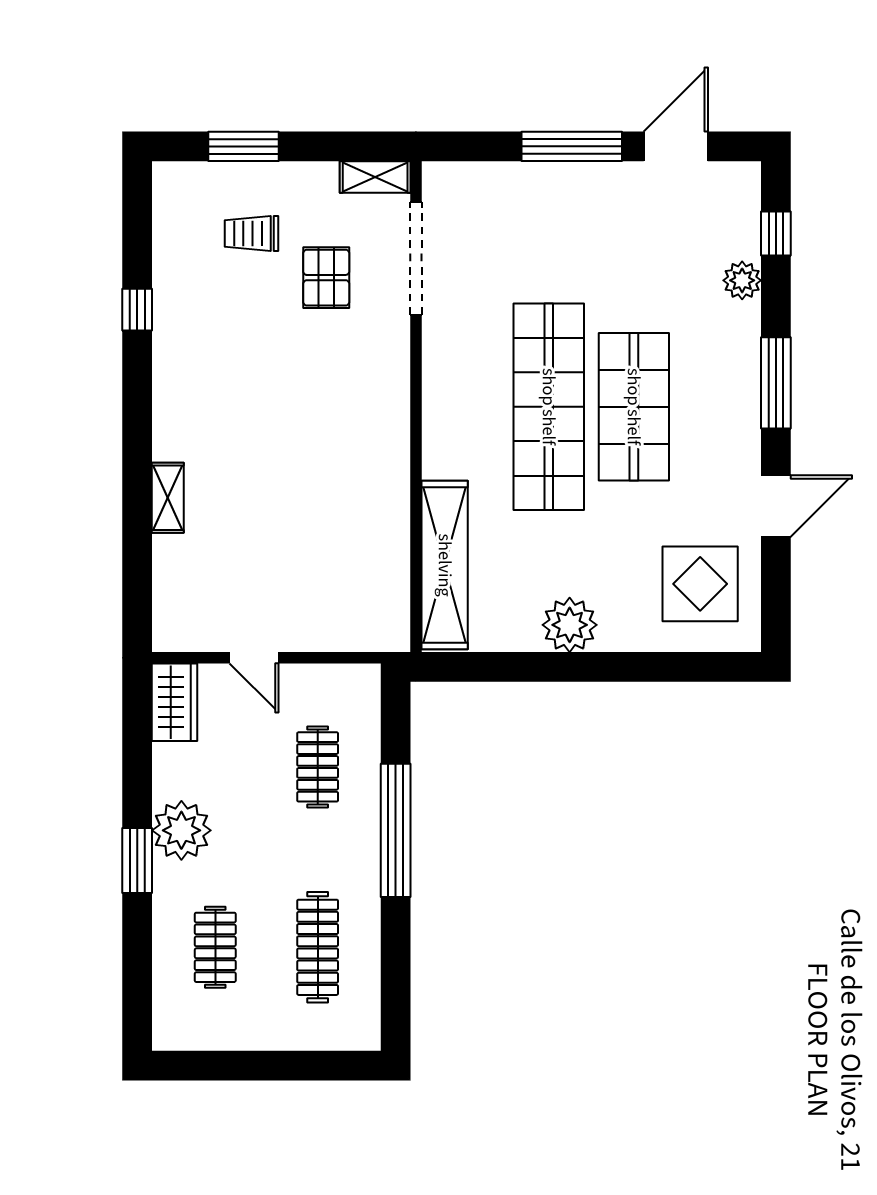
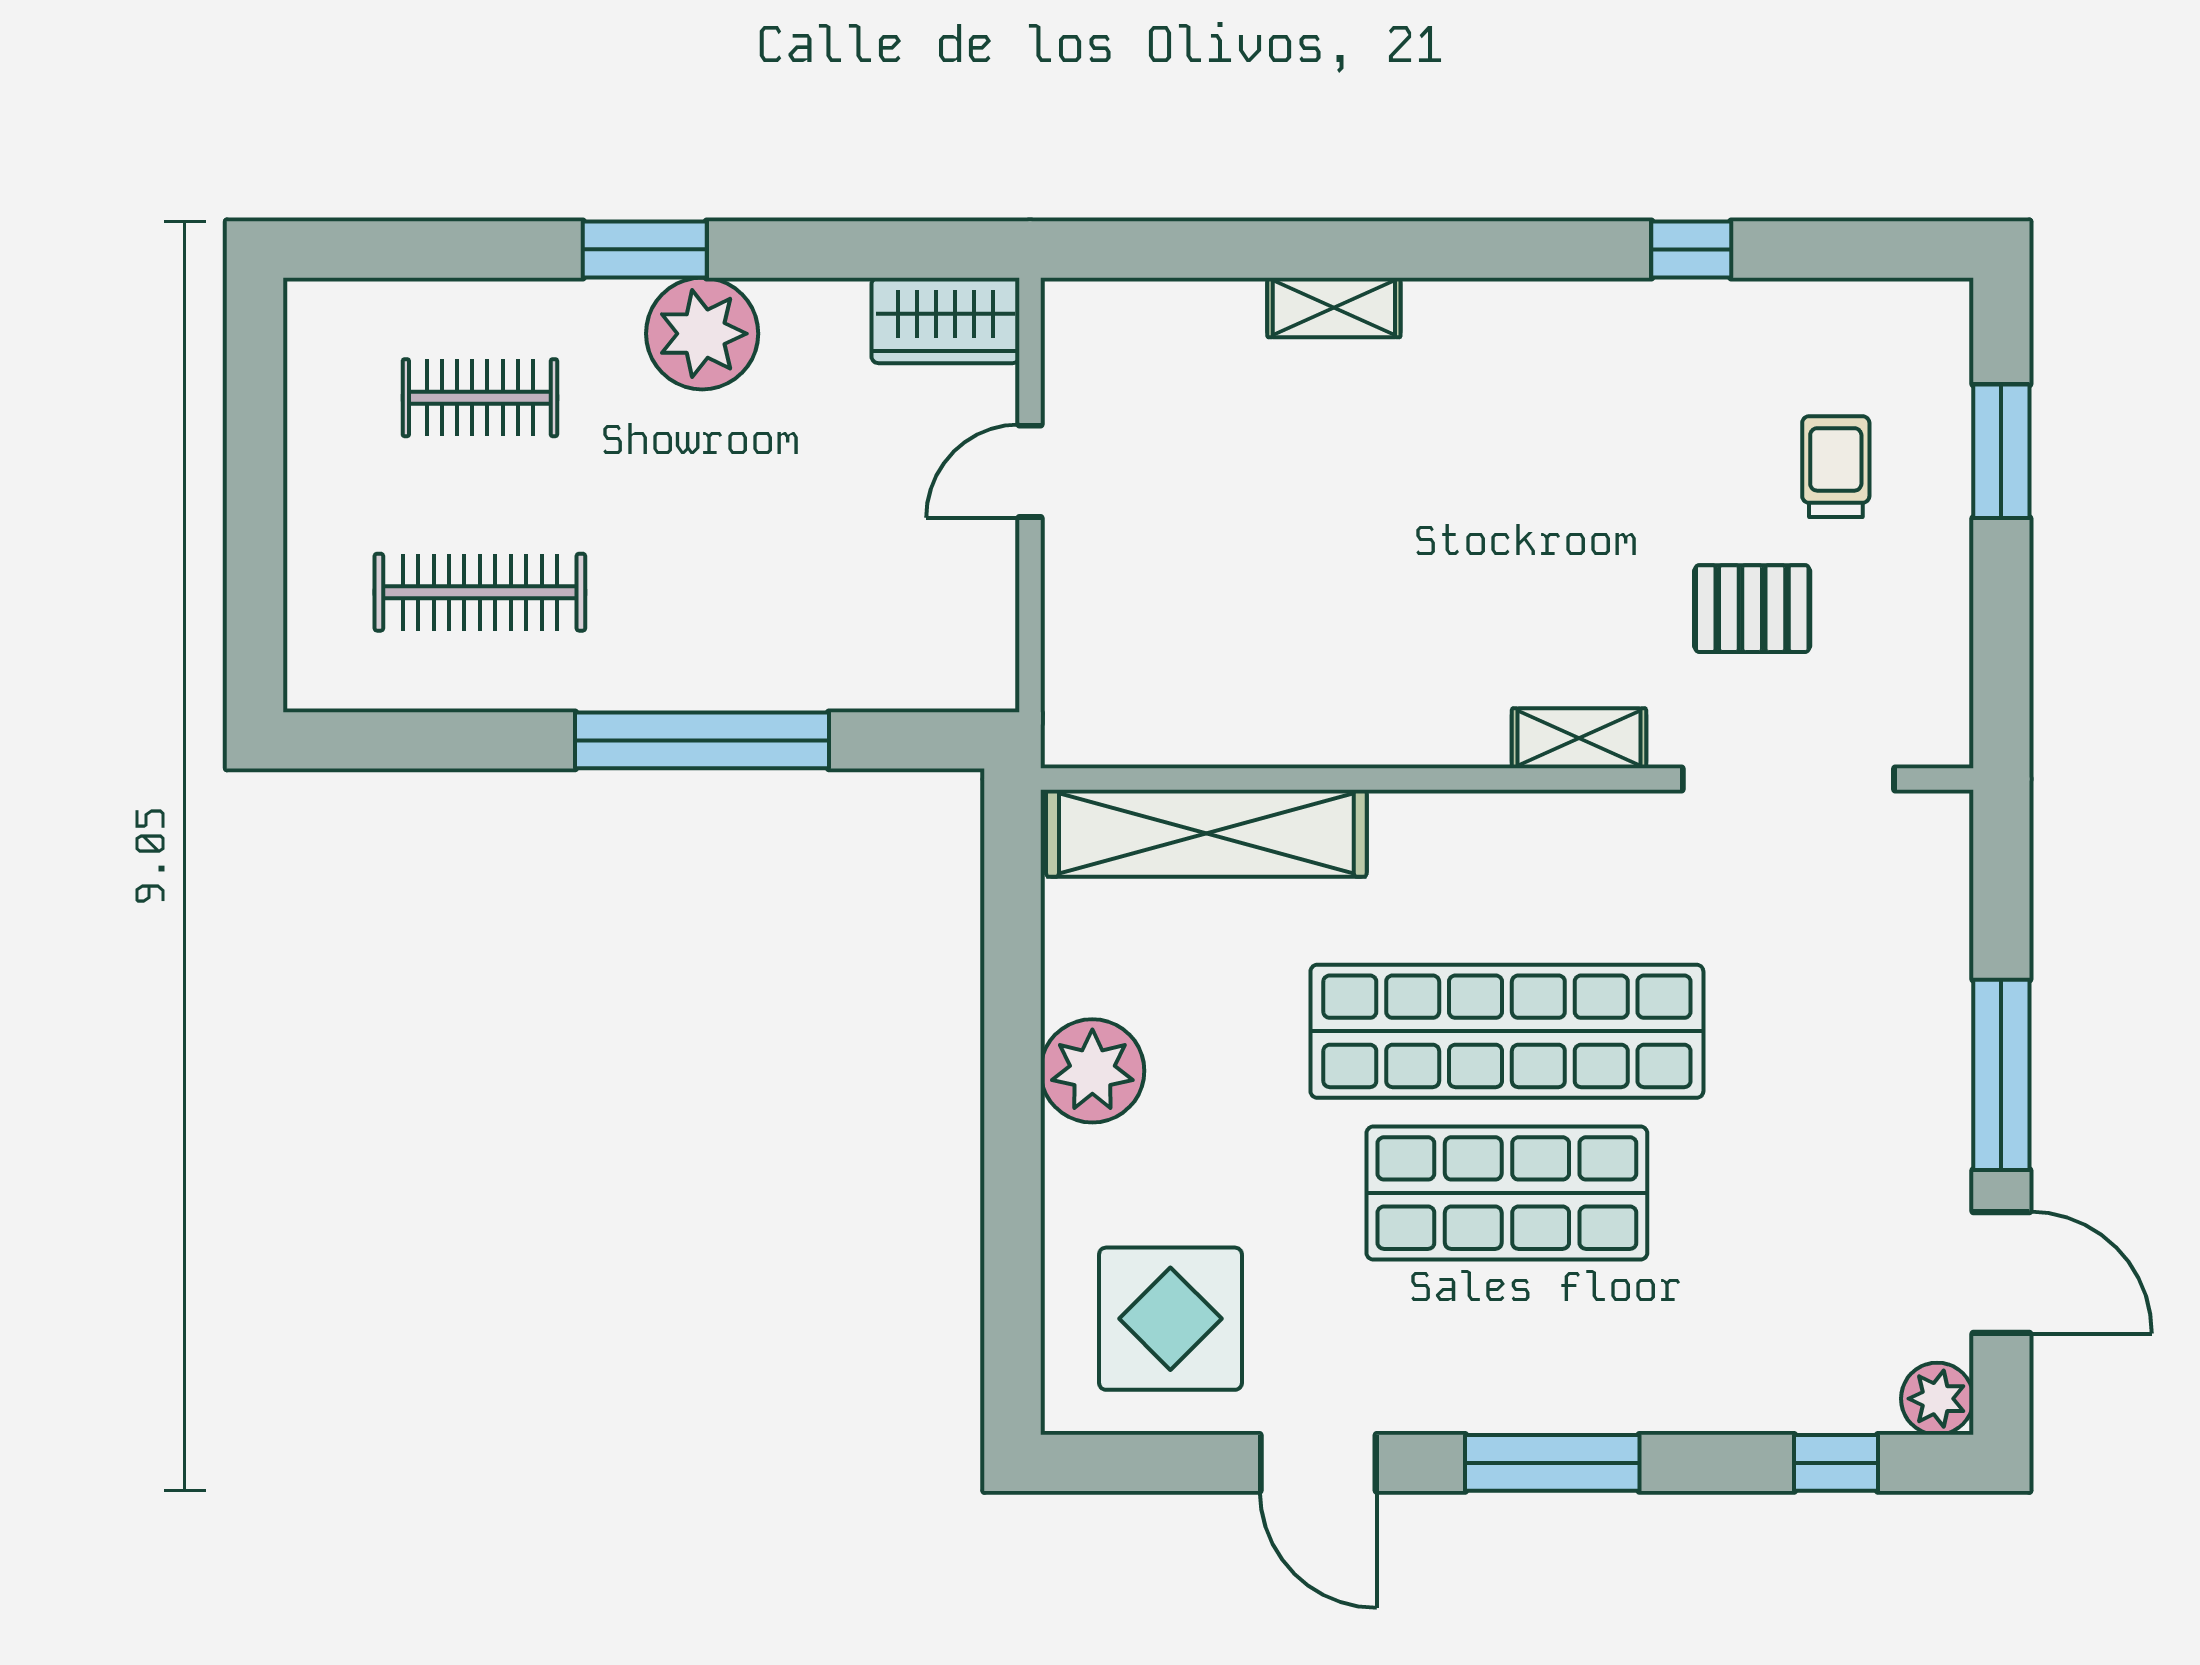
shelving: (375, 177) -> (1579, 738), moved, turned 90
plant: (742, 280) -> (1937, 1399), moved
clothes rail: (318, 767) -> (823, 592), removed

